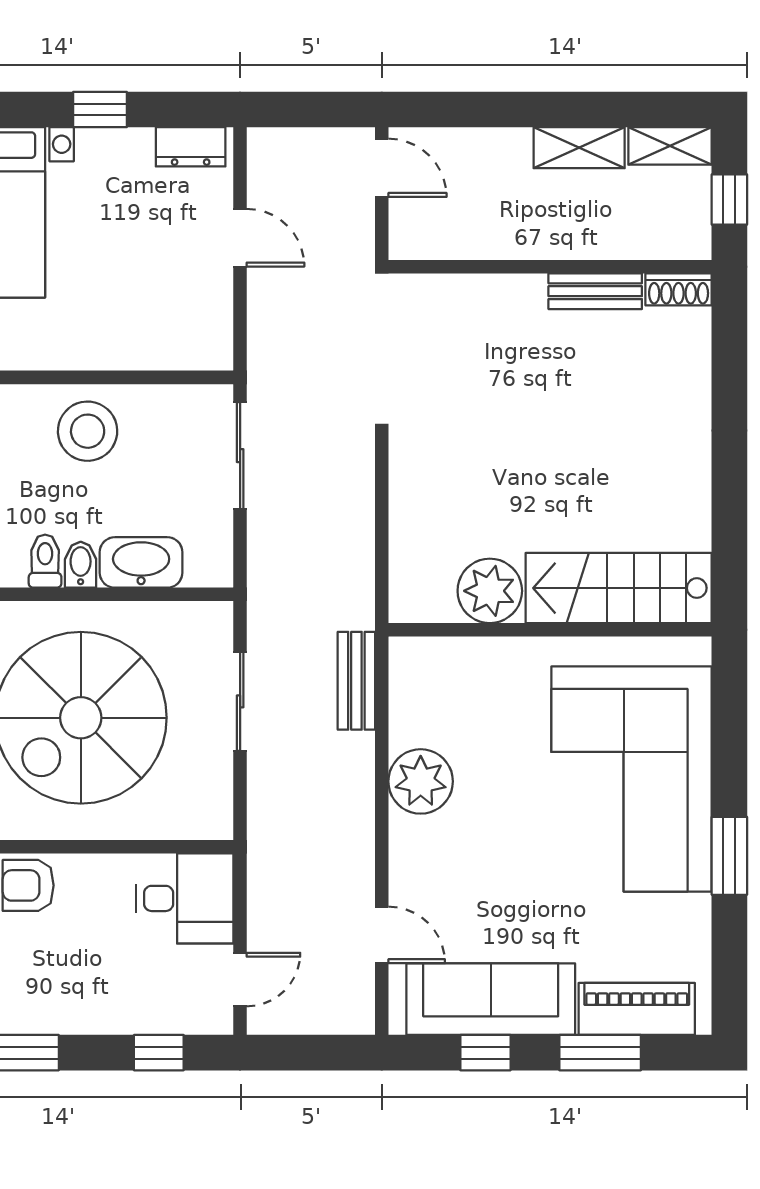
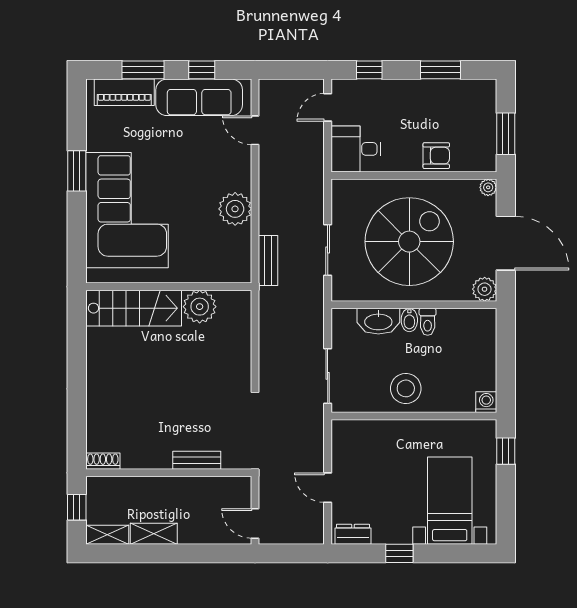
bench: (595, 291) -> (197, 460), moved

